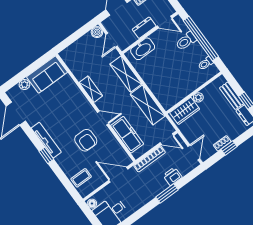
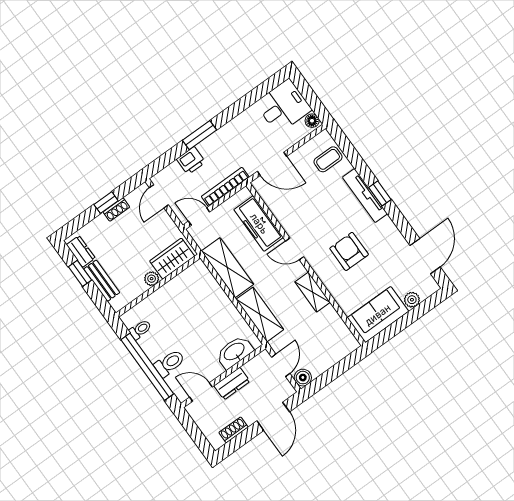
tv unit: (46, 140) -> (365, 195), moved
armchair: (86, 140) -> (349, 251), moved

